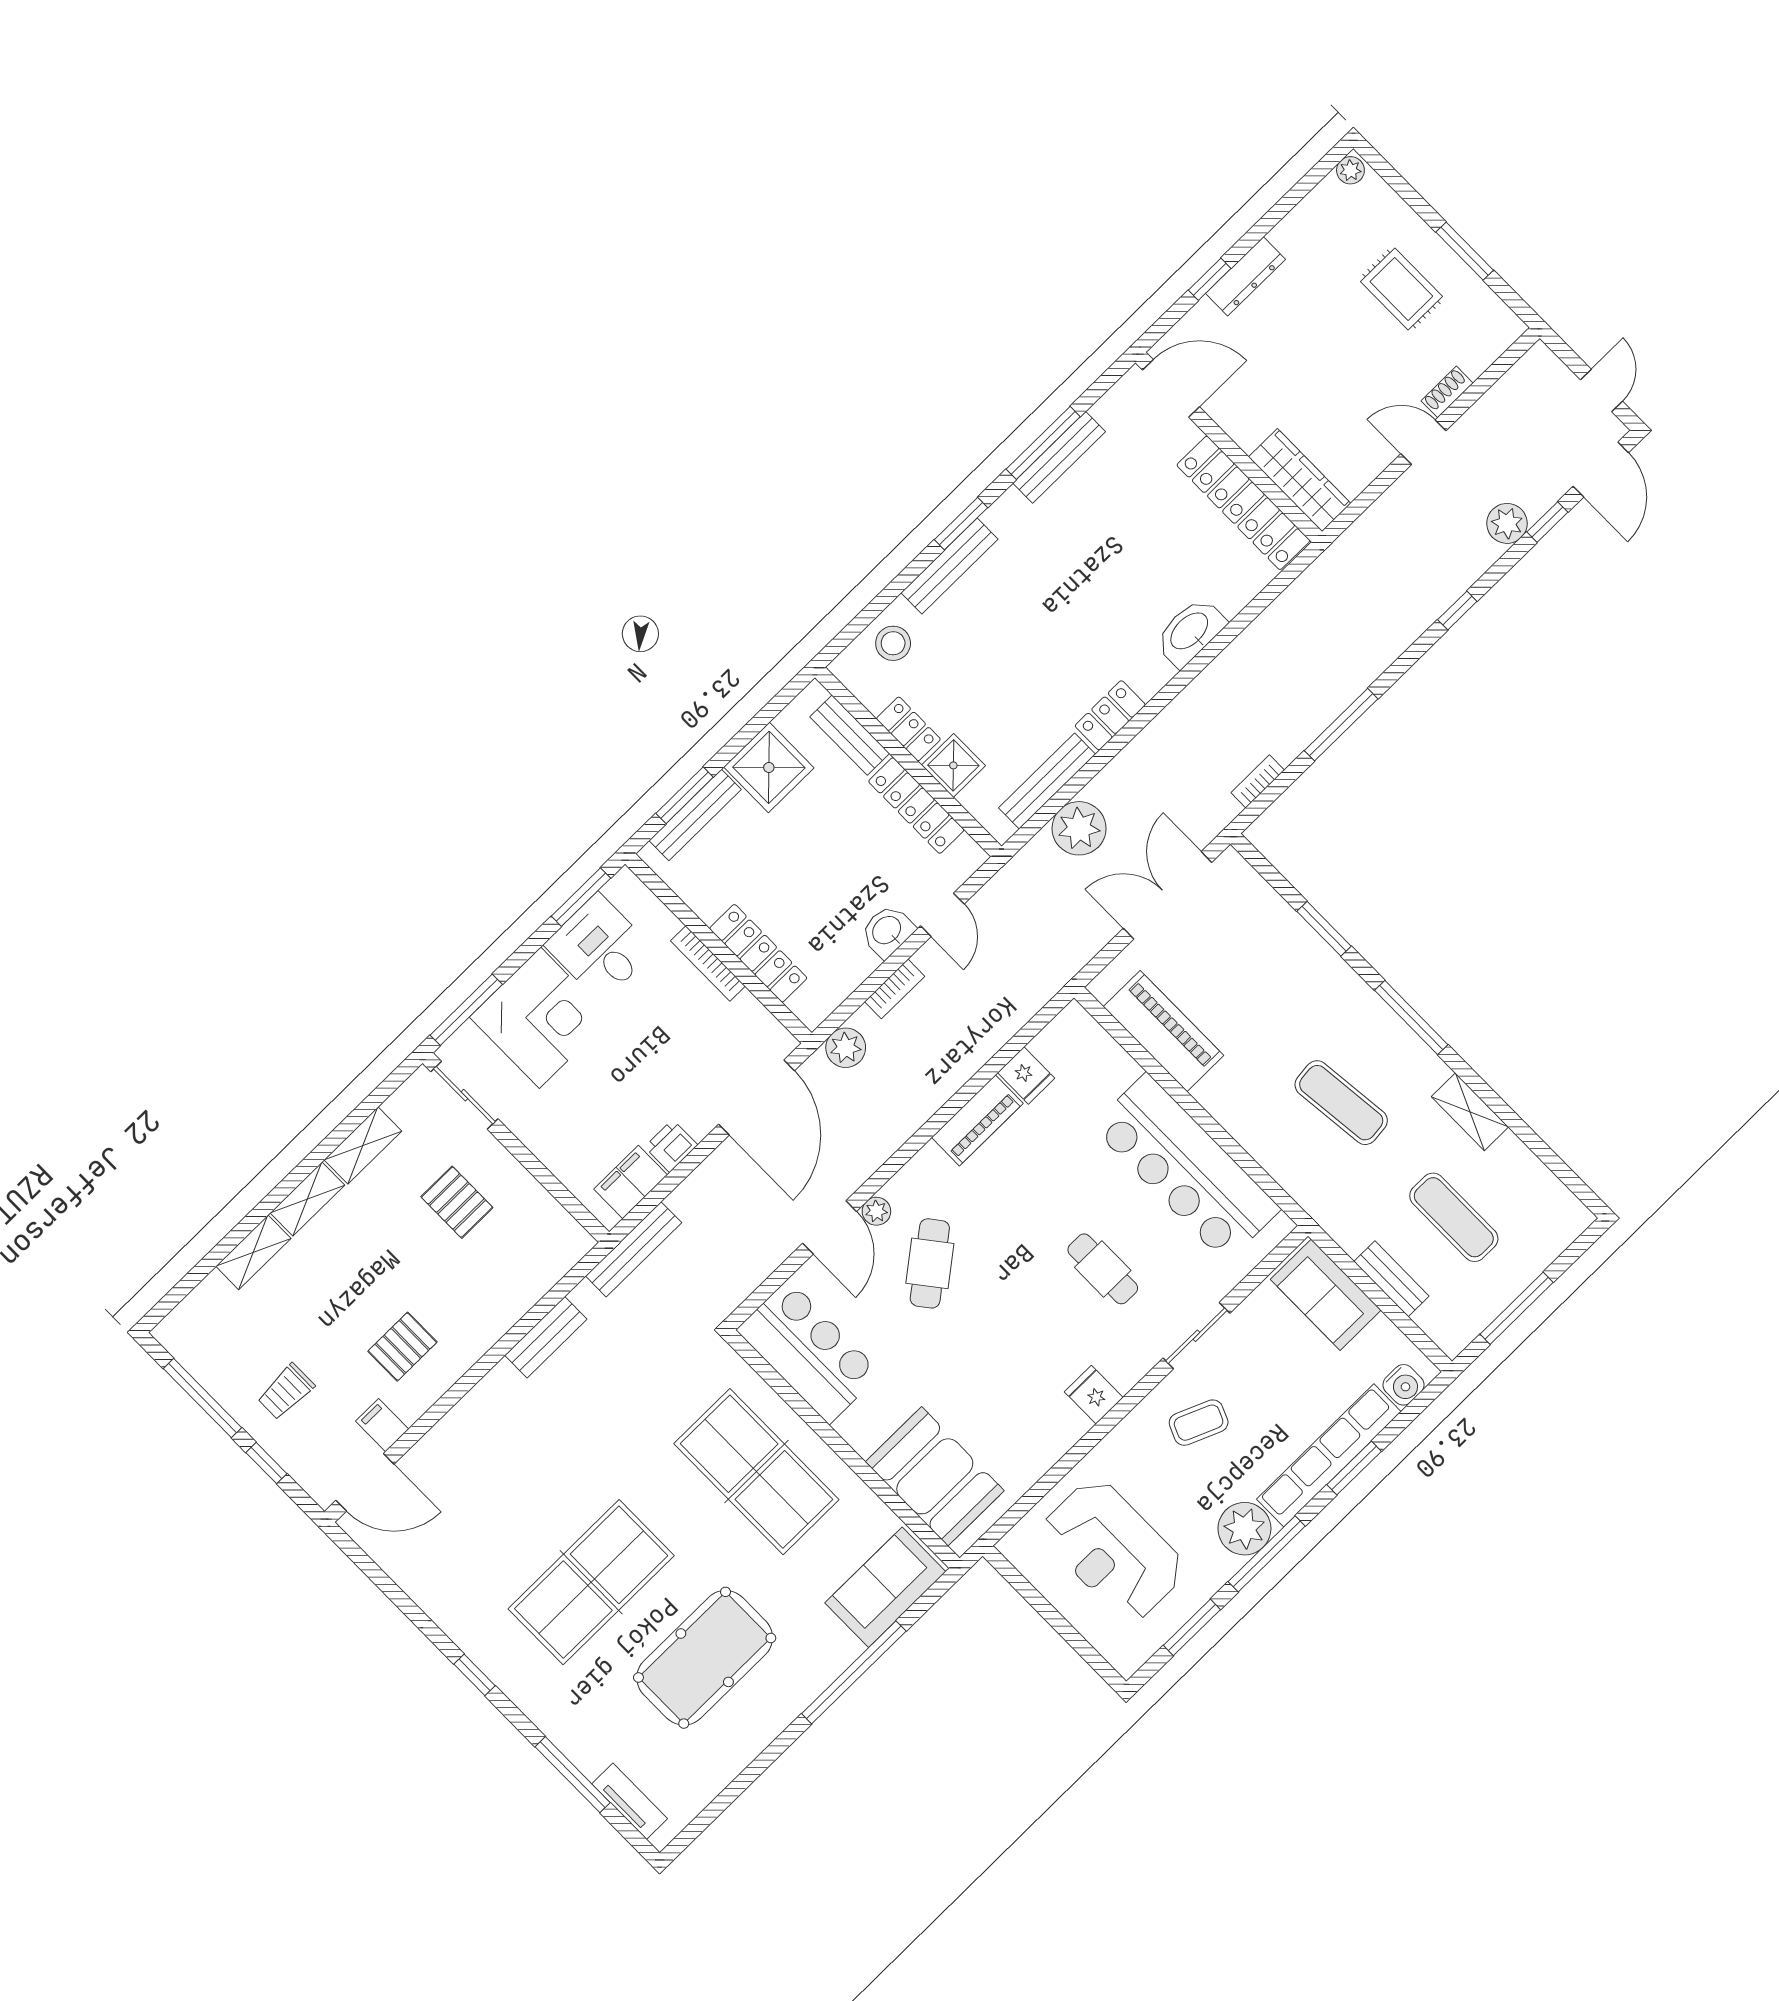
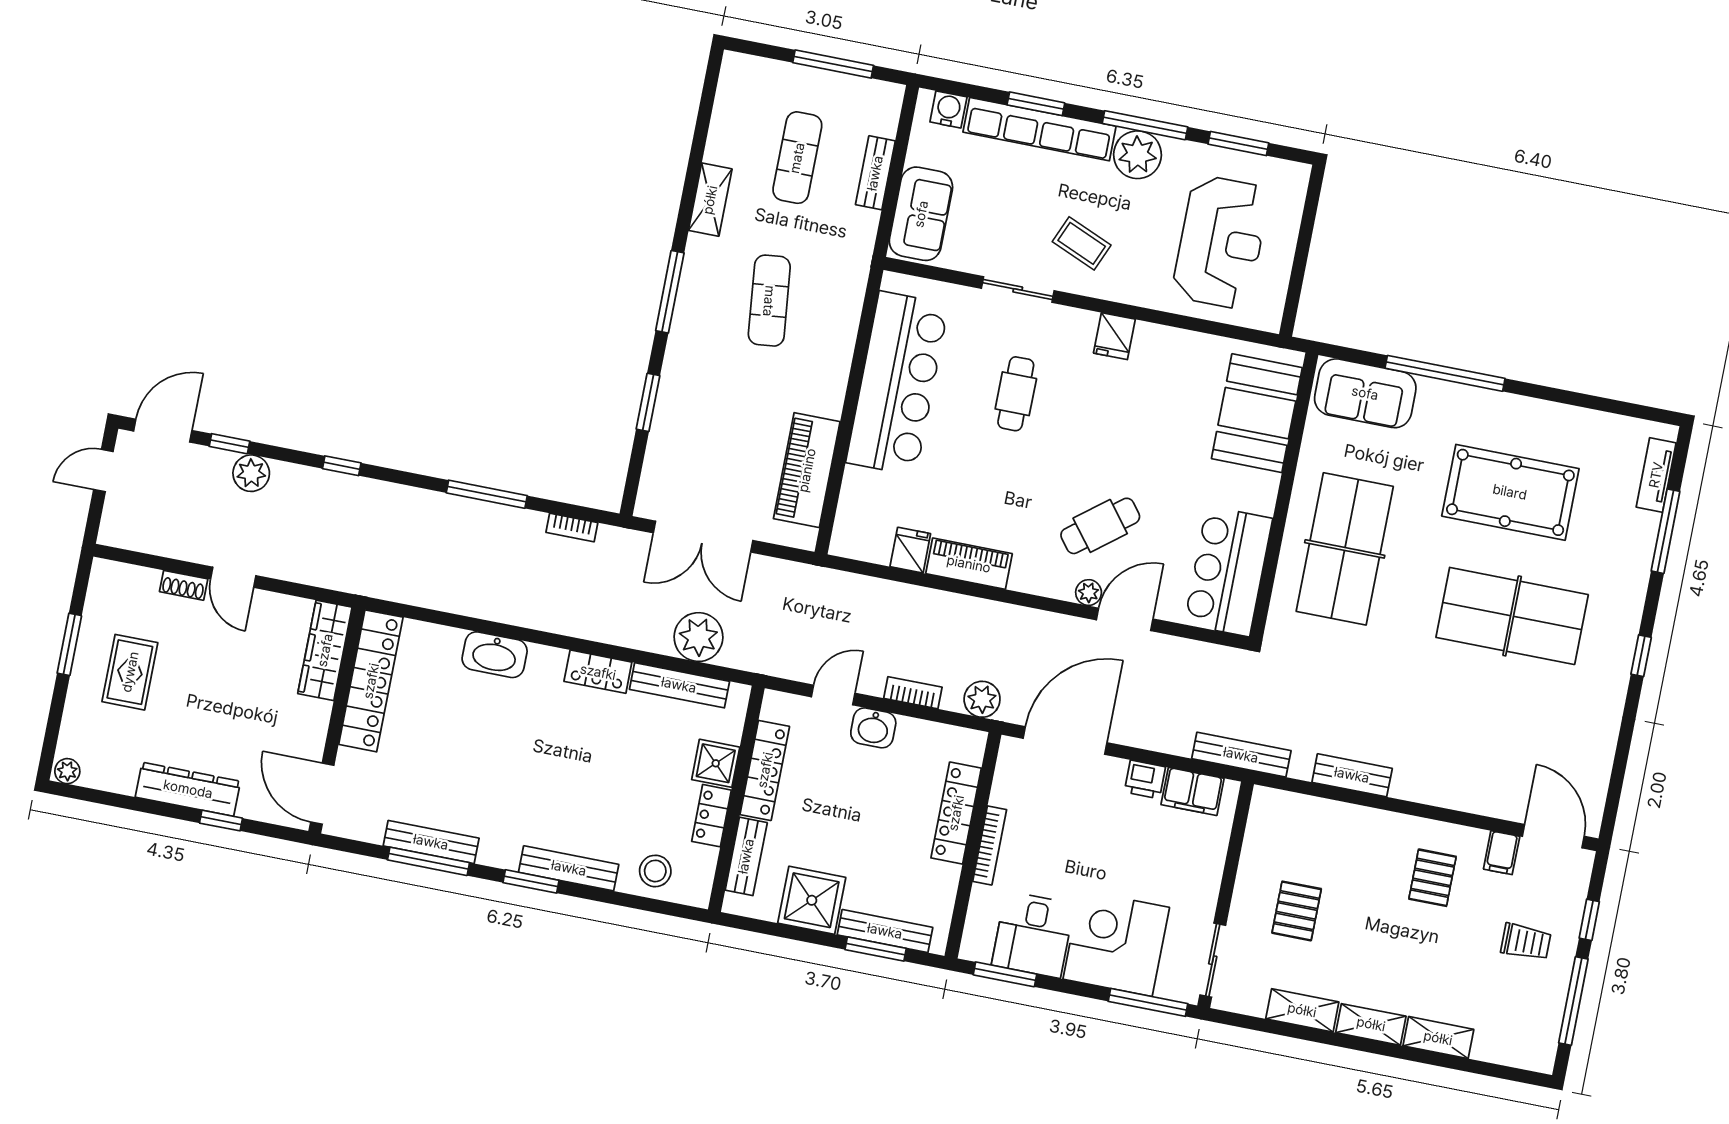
dresser: (1245, 276) -> (188, 789), width x1.37, depth x1.24
pallet: (402, 1347) -> (1433, 878), turned 90

